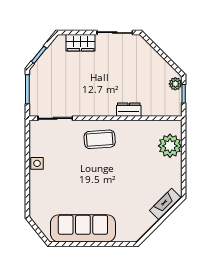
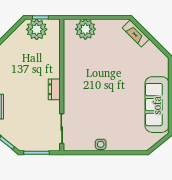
plant: (175, 84) -> (37, 29), width x1.88, depth x1.88
dresser: (129, 110) -> (54, 89), moved
coffee table: (100, 139) -> (80, 90), removed

